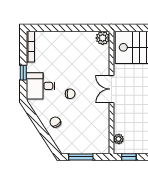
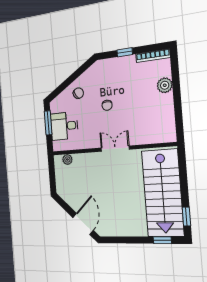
plant: (103, 38) -> (165, 85), moved
desk: (41, 86) -> (64, 126), moved, turned -90
window: (129, 157) -> (52, 171), removed

